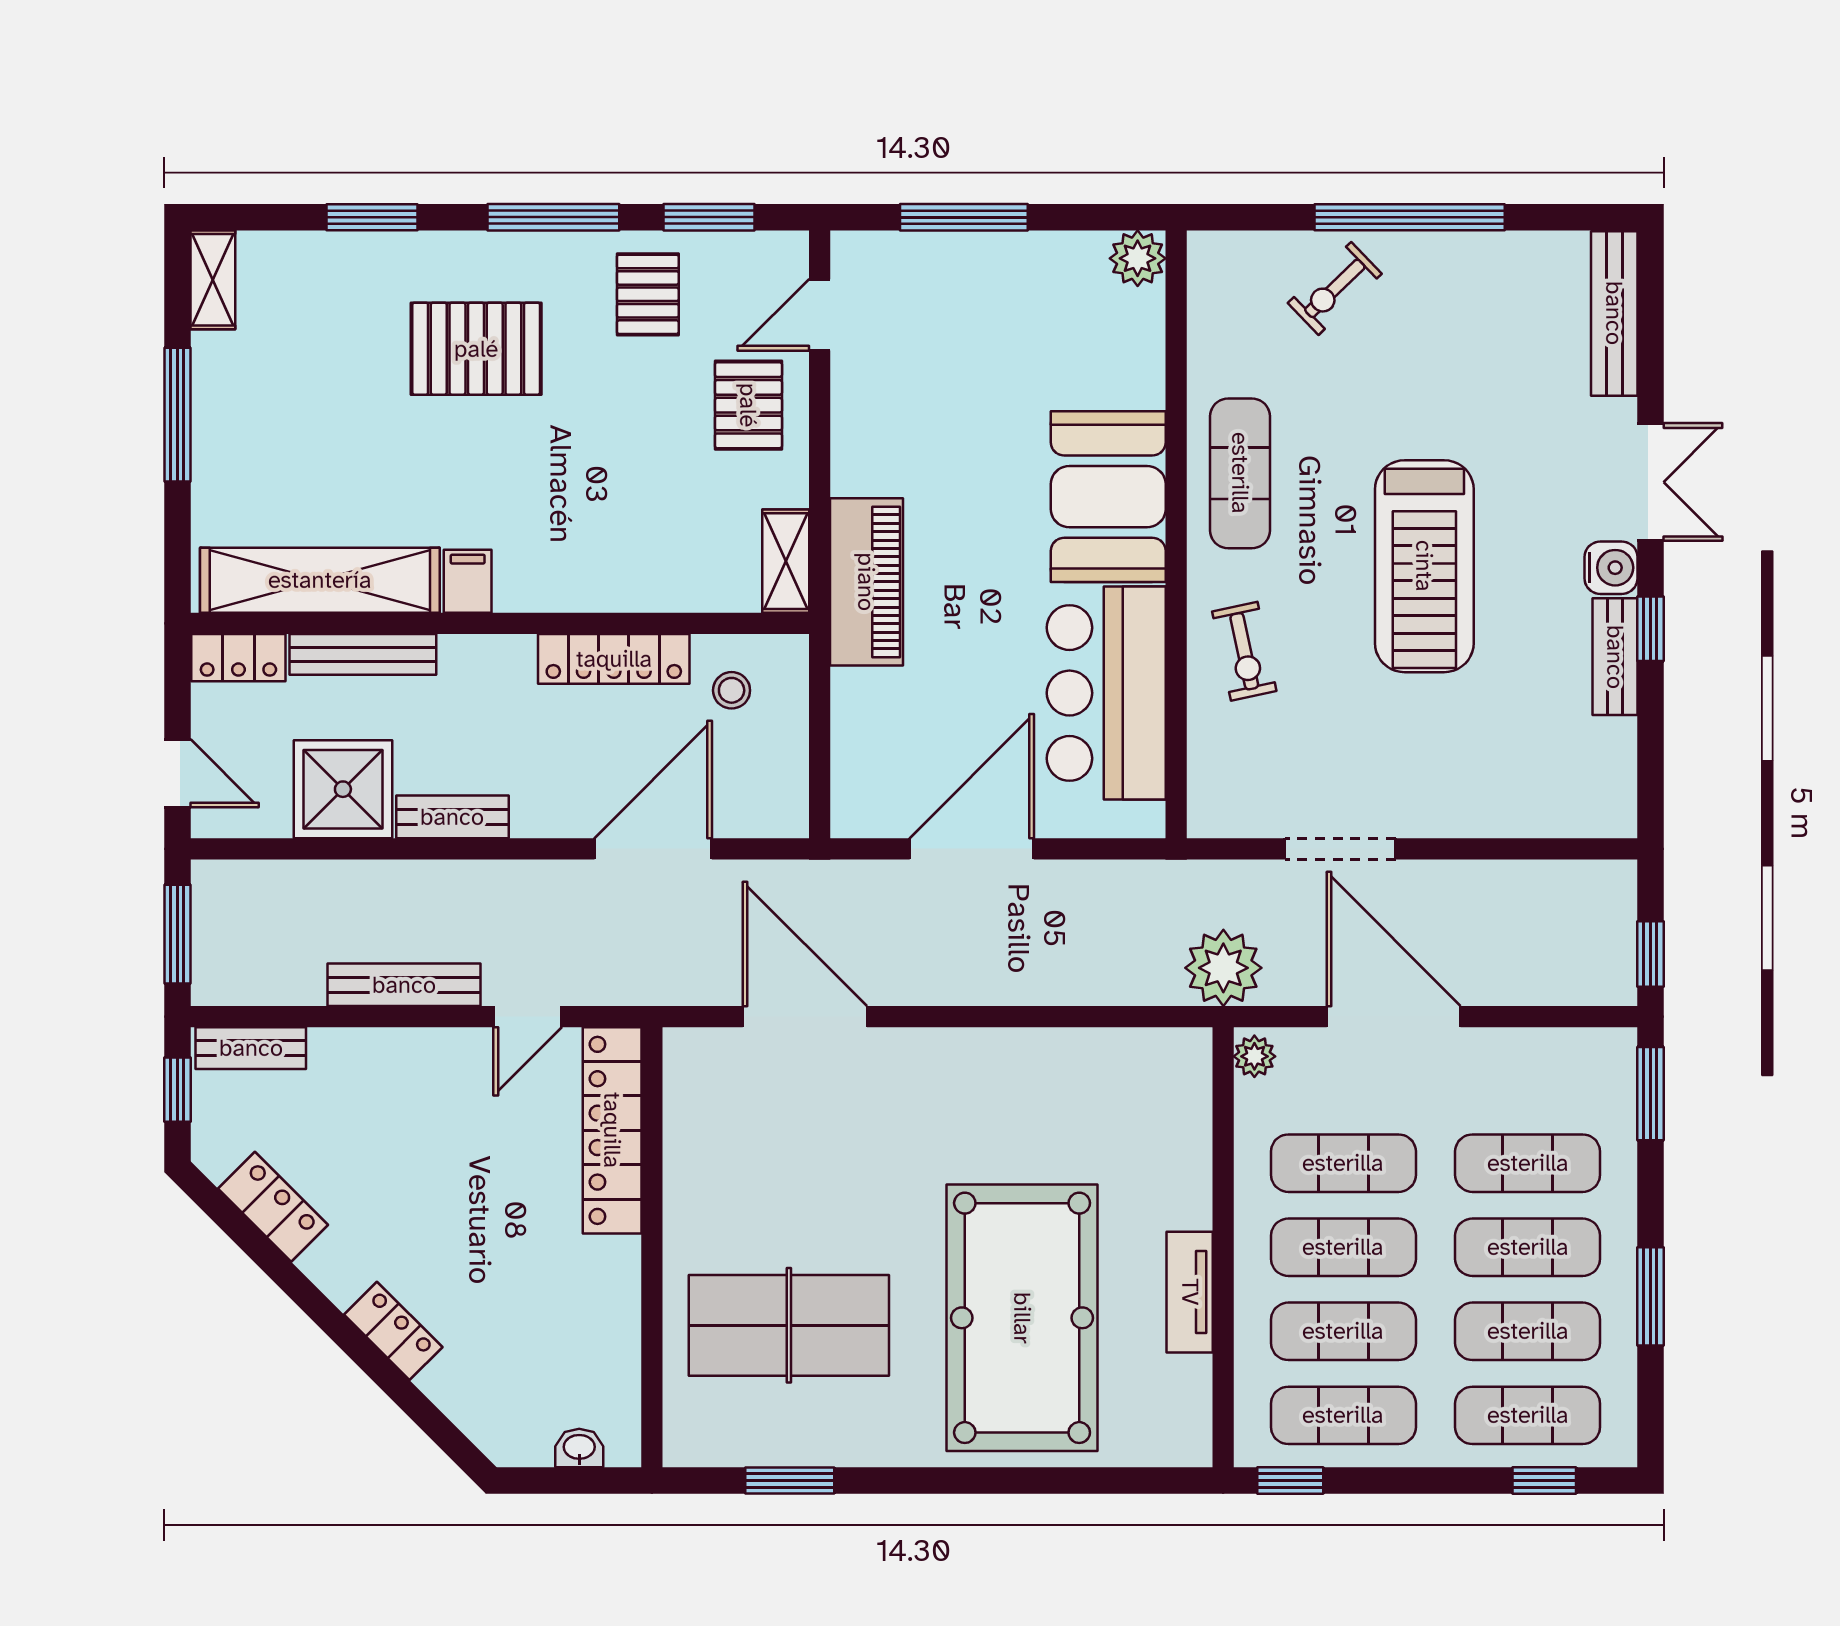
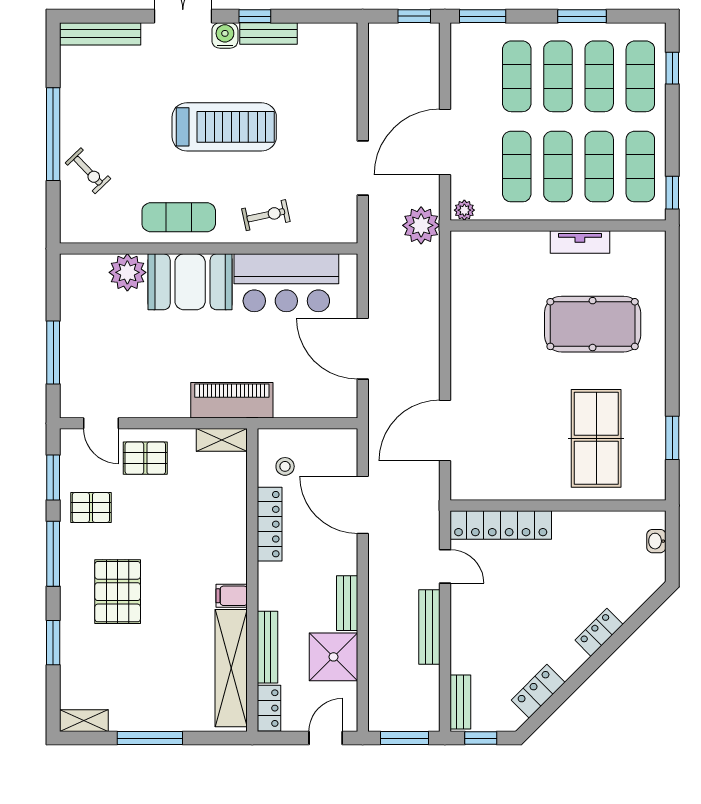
plant: (1138, 258) -> (127, 272), moved, width x1.36, depth x1.36
pool table: (1022, 1318) -> (593, 324), width x0.73, depth x0.76

